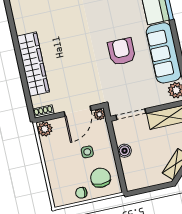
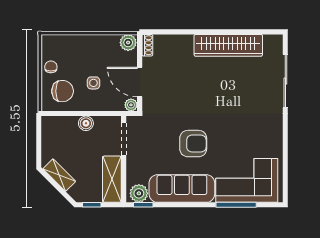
wardrobe: (33, 64) -> (228, 45), moved

